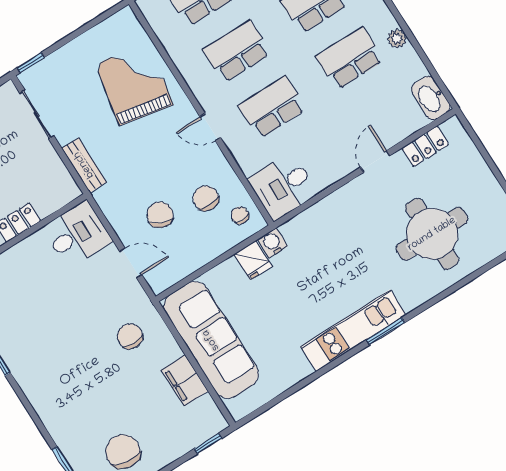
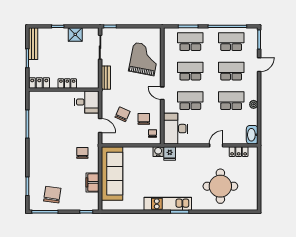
desk: (283, 186) -> (176, 129), width x1.37
fridge: (253, 260) -> (170, 153), moved

